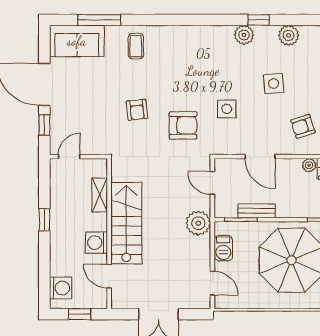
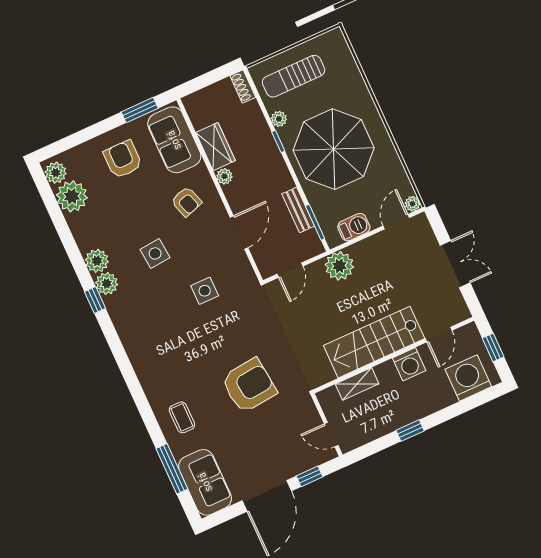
plant: (244, 35) -> (107, 284), moved
coffee table: (136, 46) -> (182, 417), turned 90
armchair: (137, 110) -> (249, 385), width x1.88, depth x1.88
armchair: (183, 125) -> (243, 329), removed
washing machine: (61, 288) -> (468, 378), width x1.37, depth x1.37
plant: (221, 302) -> (412, 204), added

